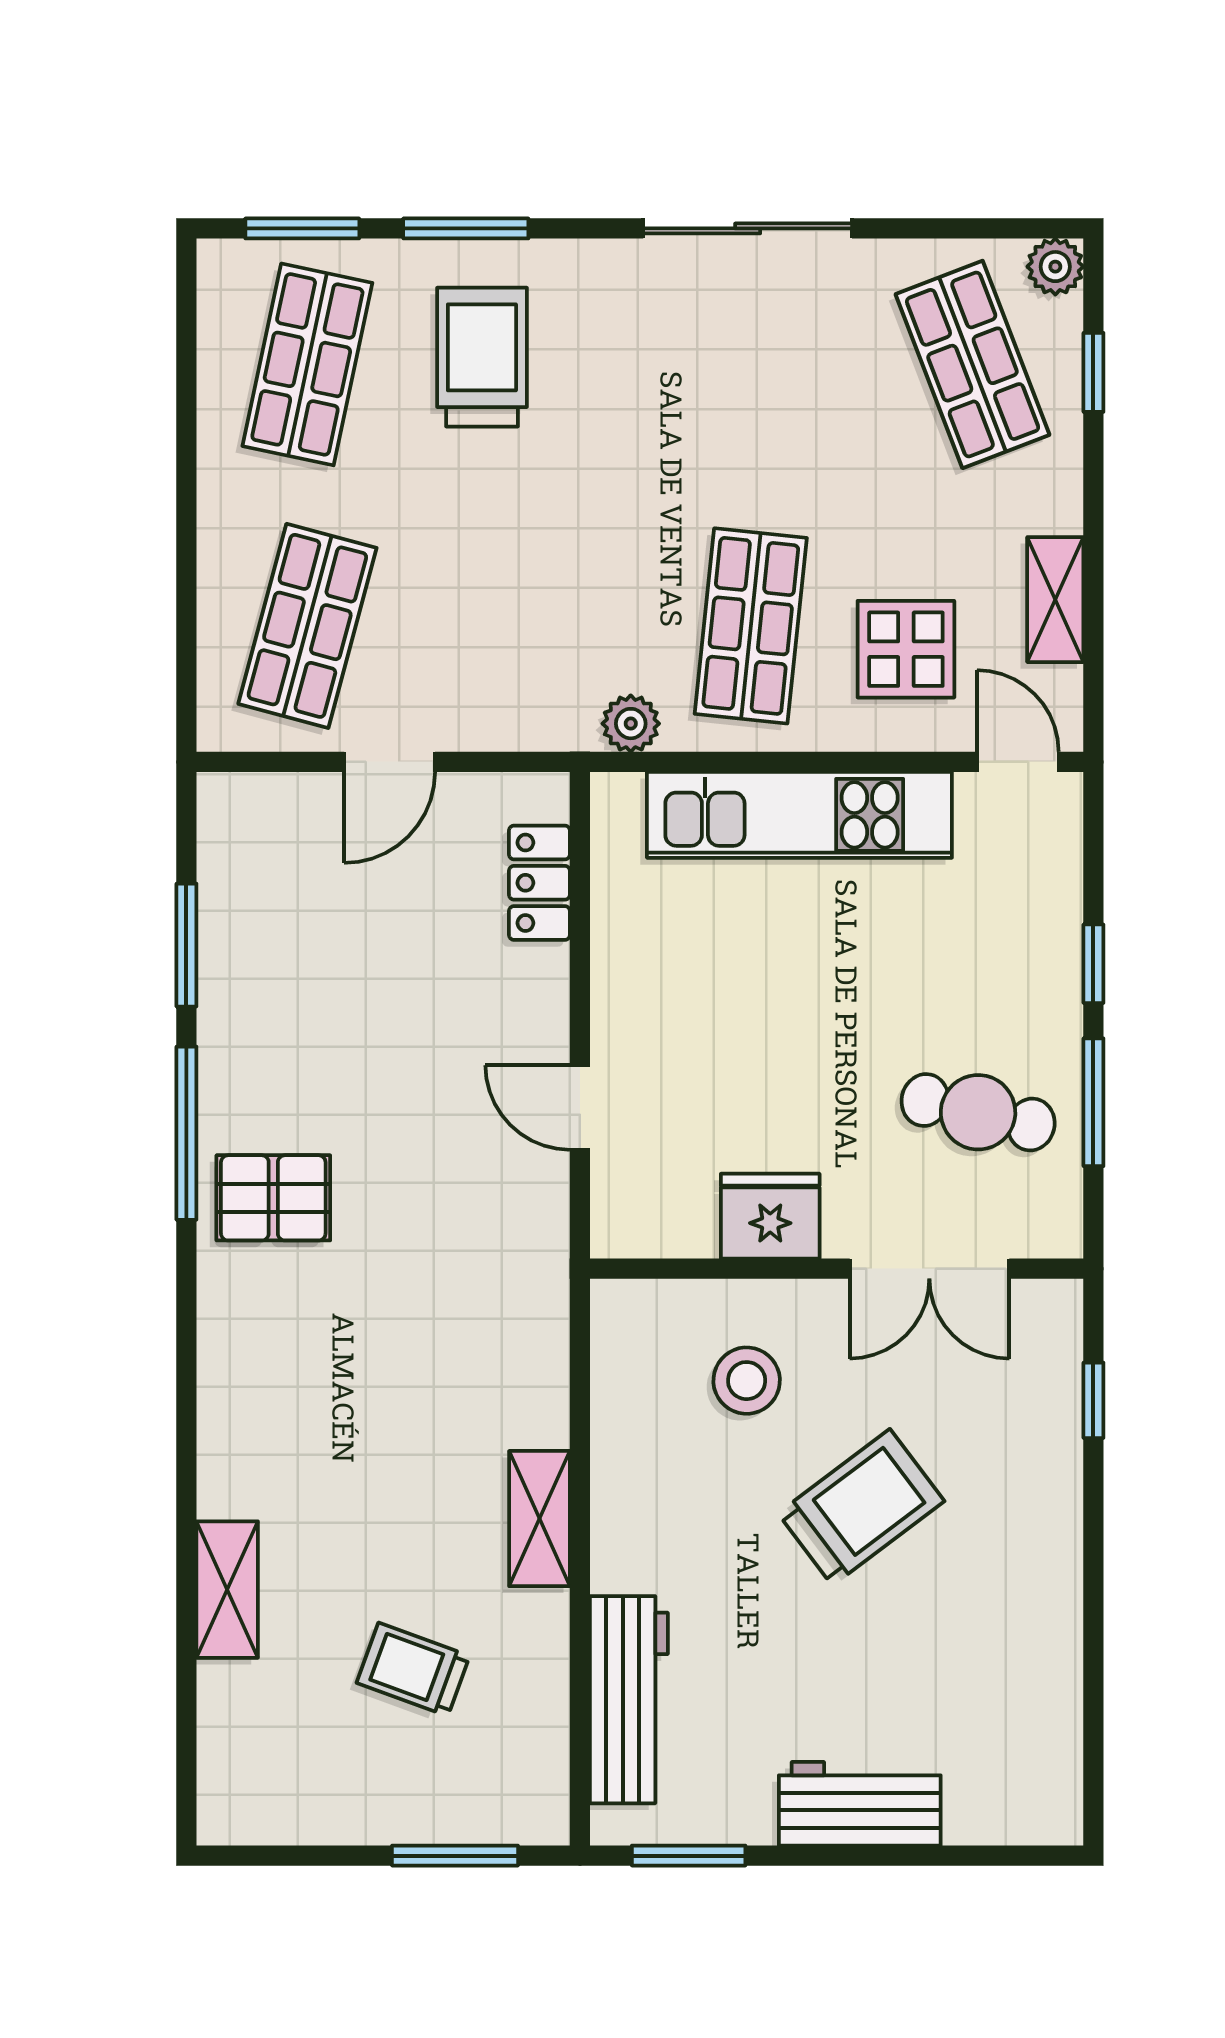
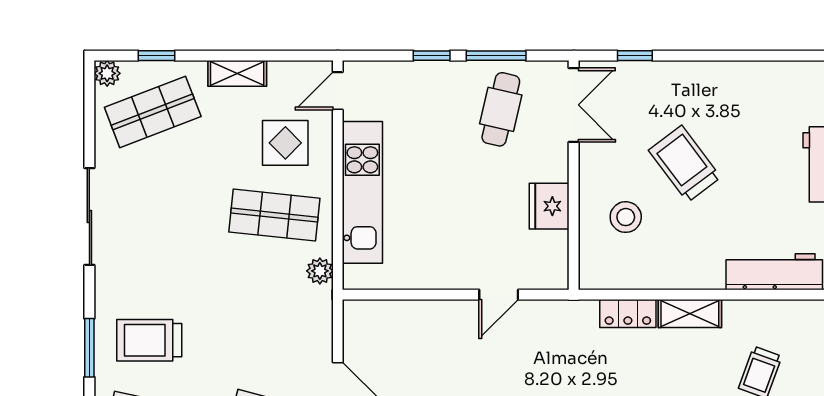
shelving: (1055, 600) -> (237, 73), moved
locker: (539, 883) -> (628, 313), moved
double door: (929, 1269) -> (574, 105), moved

